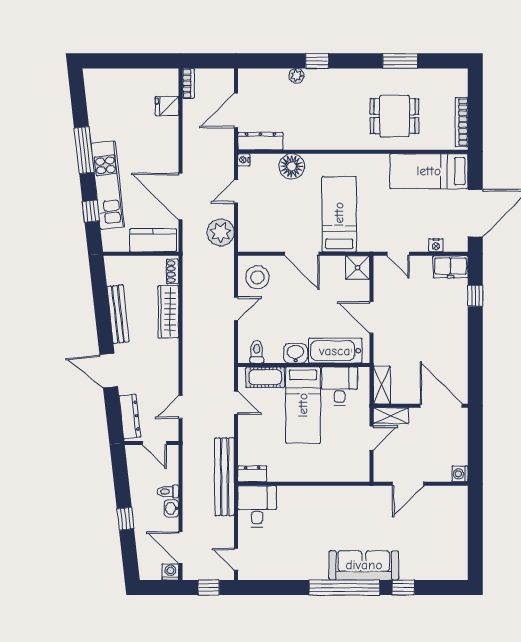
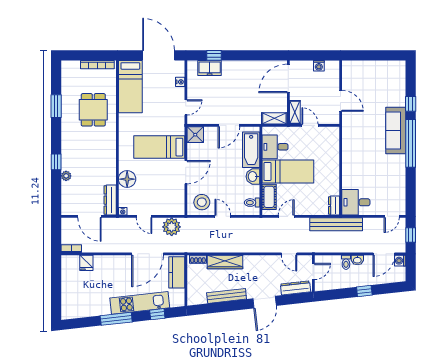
freezer: (451, 267) -> (210, 68), moved, turned 90
washing machine: (460, 474) -> (319, 66), moved

